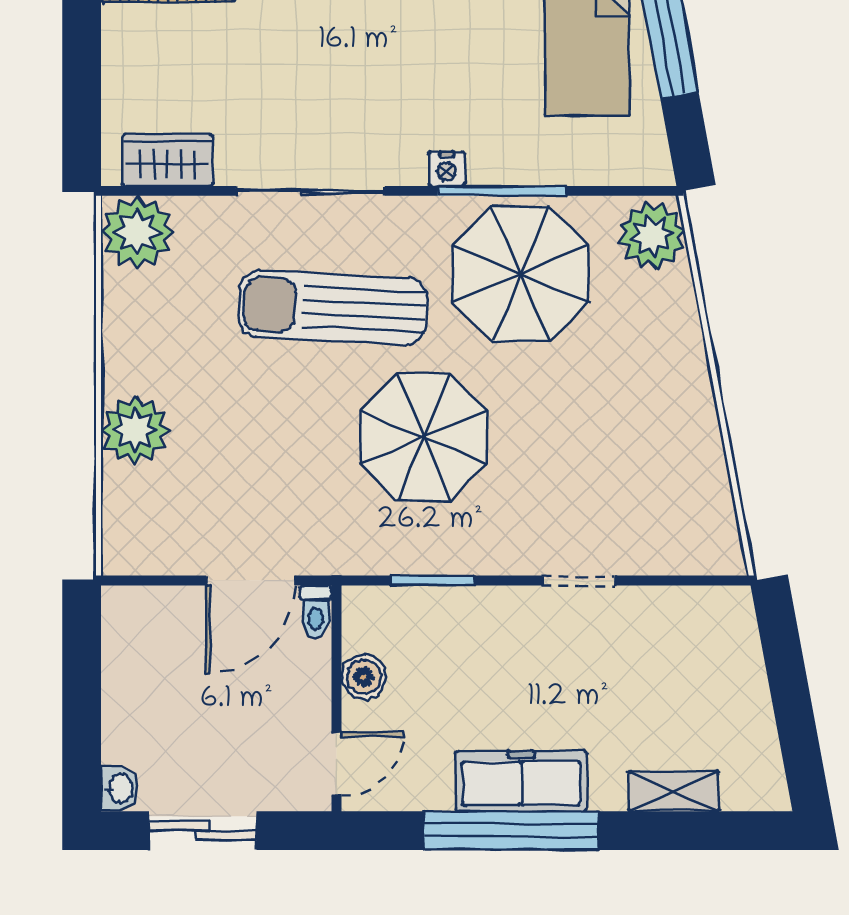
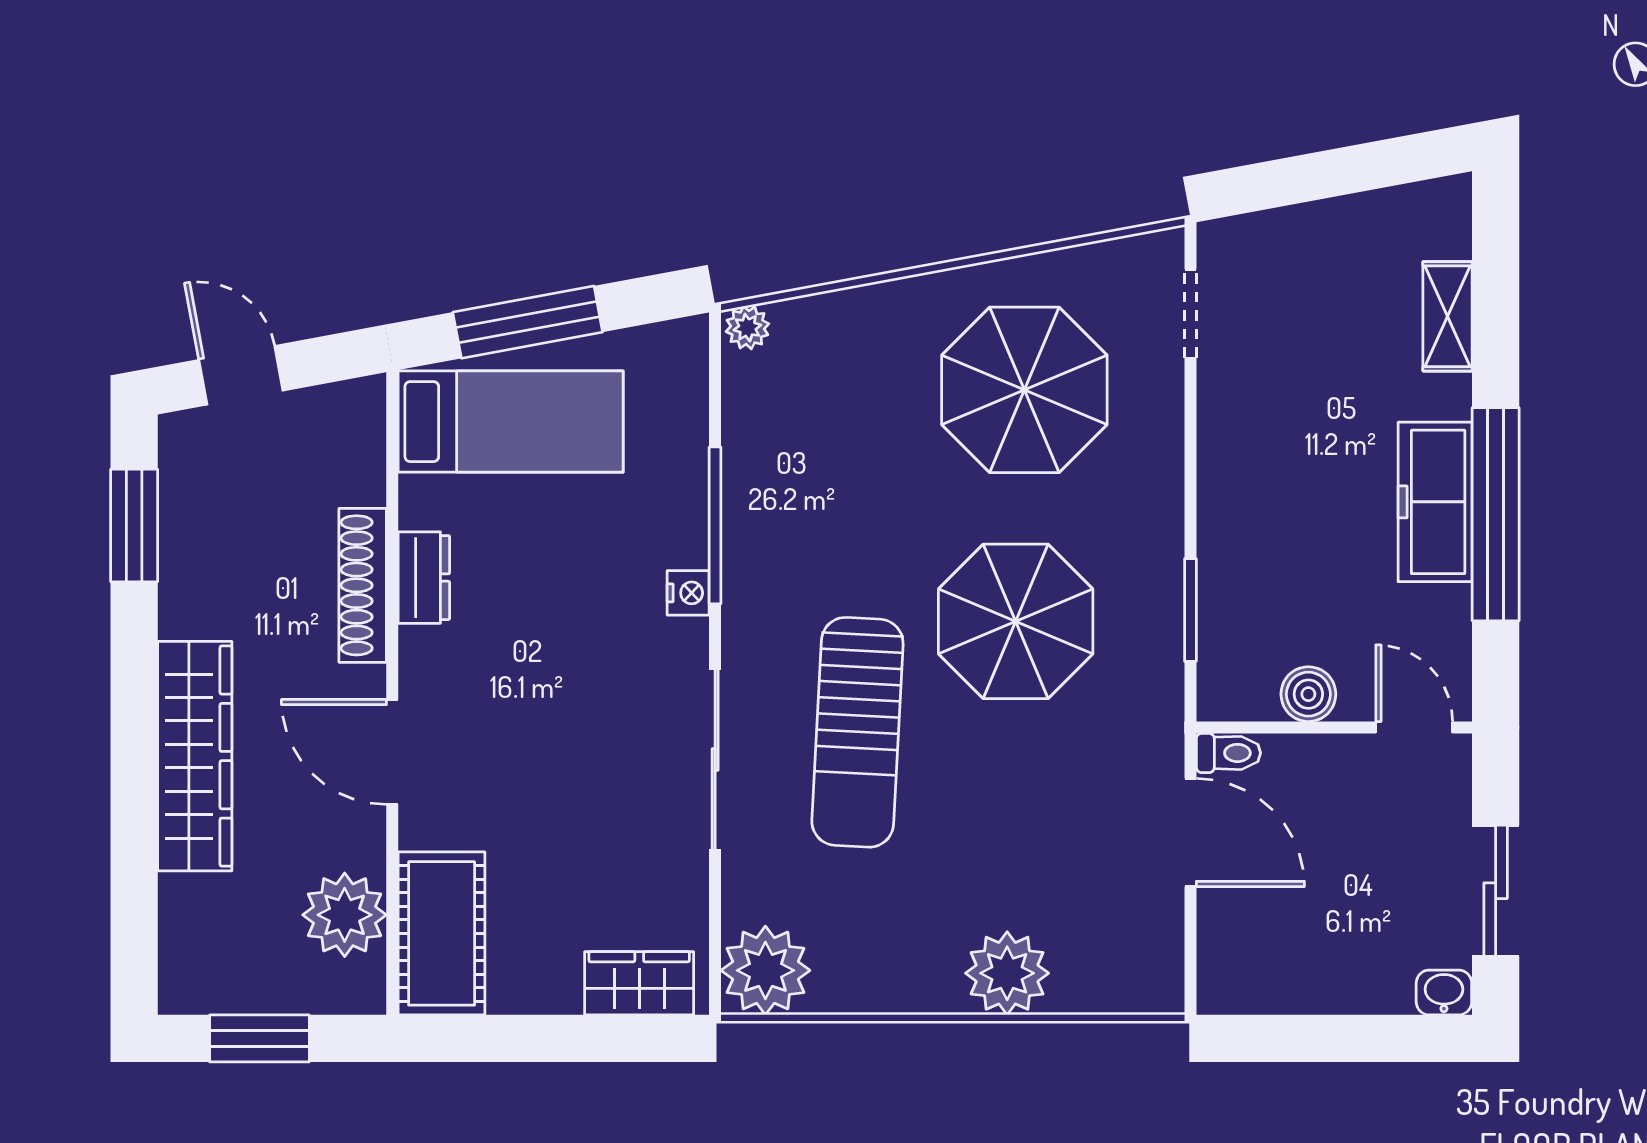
wardrobe: (168, 160) -> (639, 983), moved, turned 90
plant: (652, 236) -> (747, 328), width x0.53, depth x0.53
parasol: (521, 274) -> (1024, 390), moved
doorway: (578, 580) -> (1190, 314), moved

